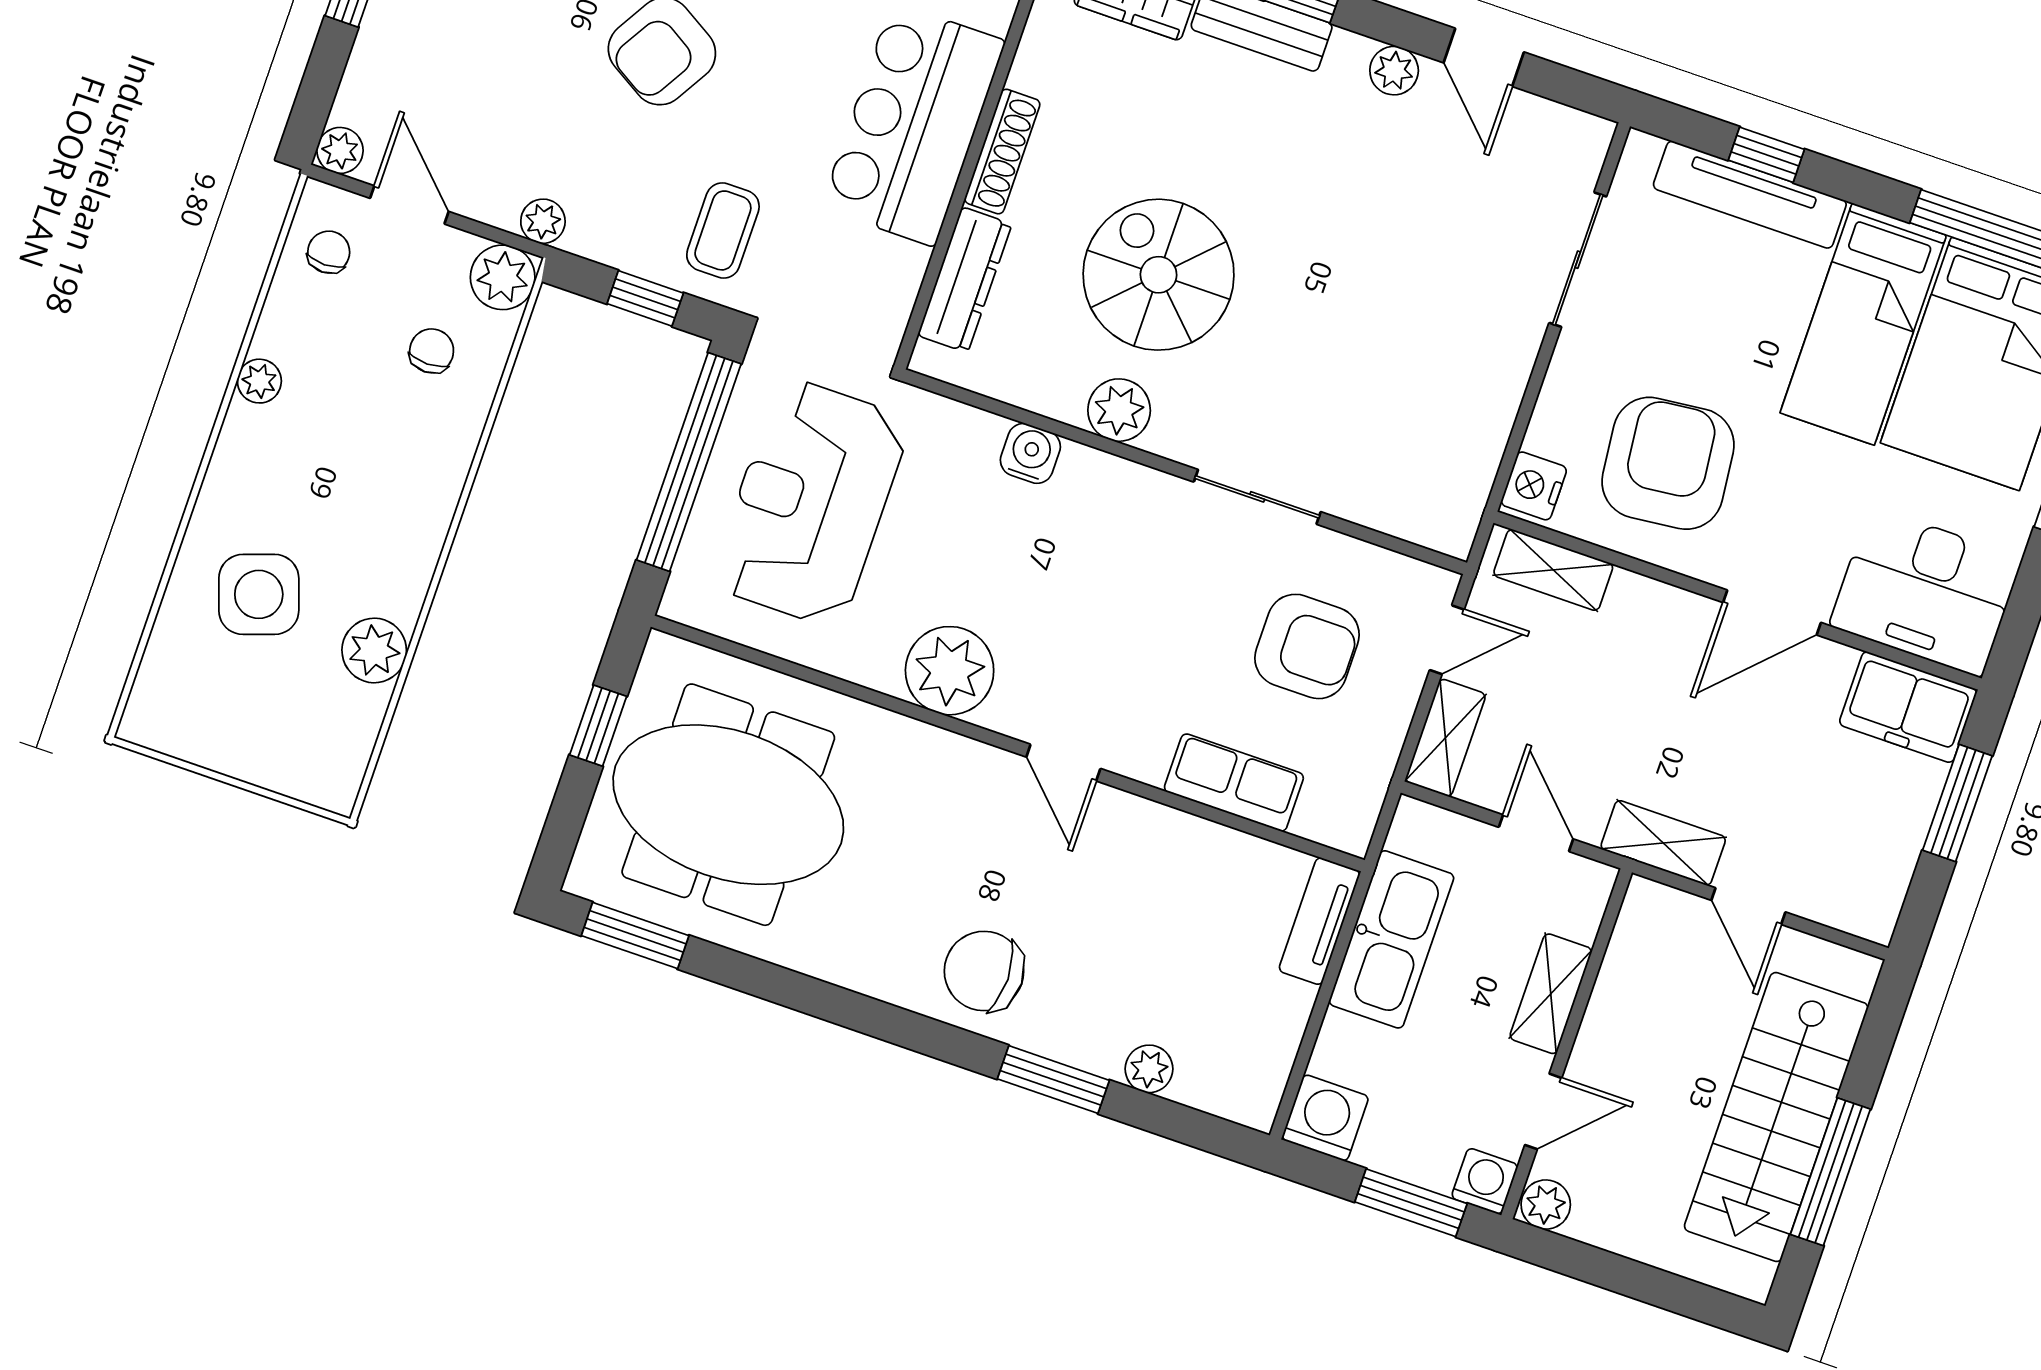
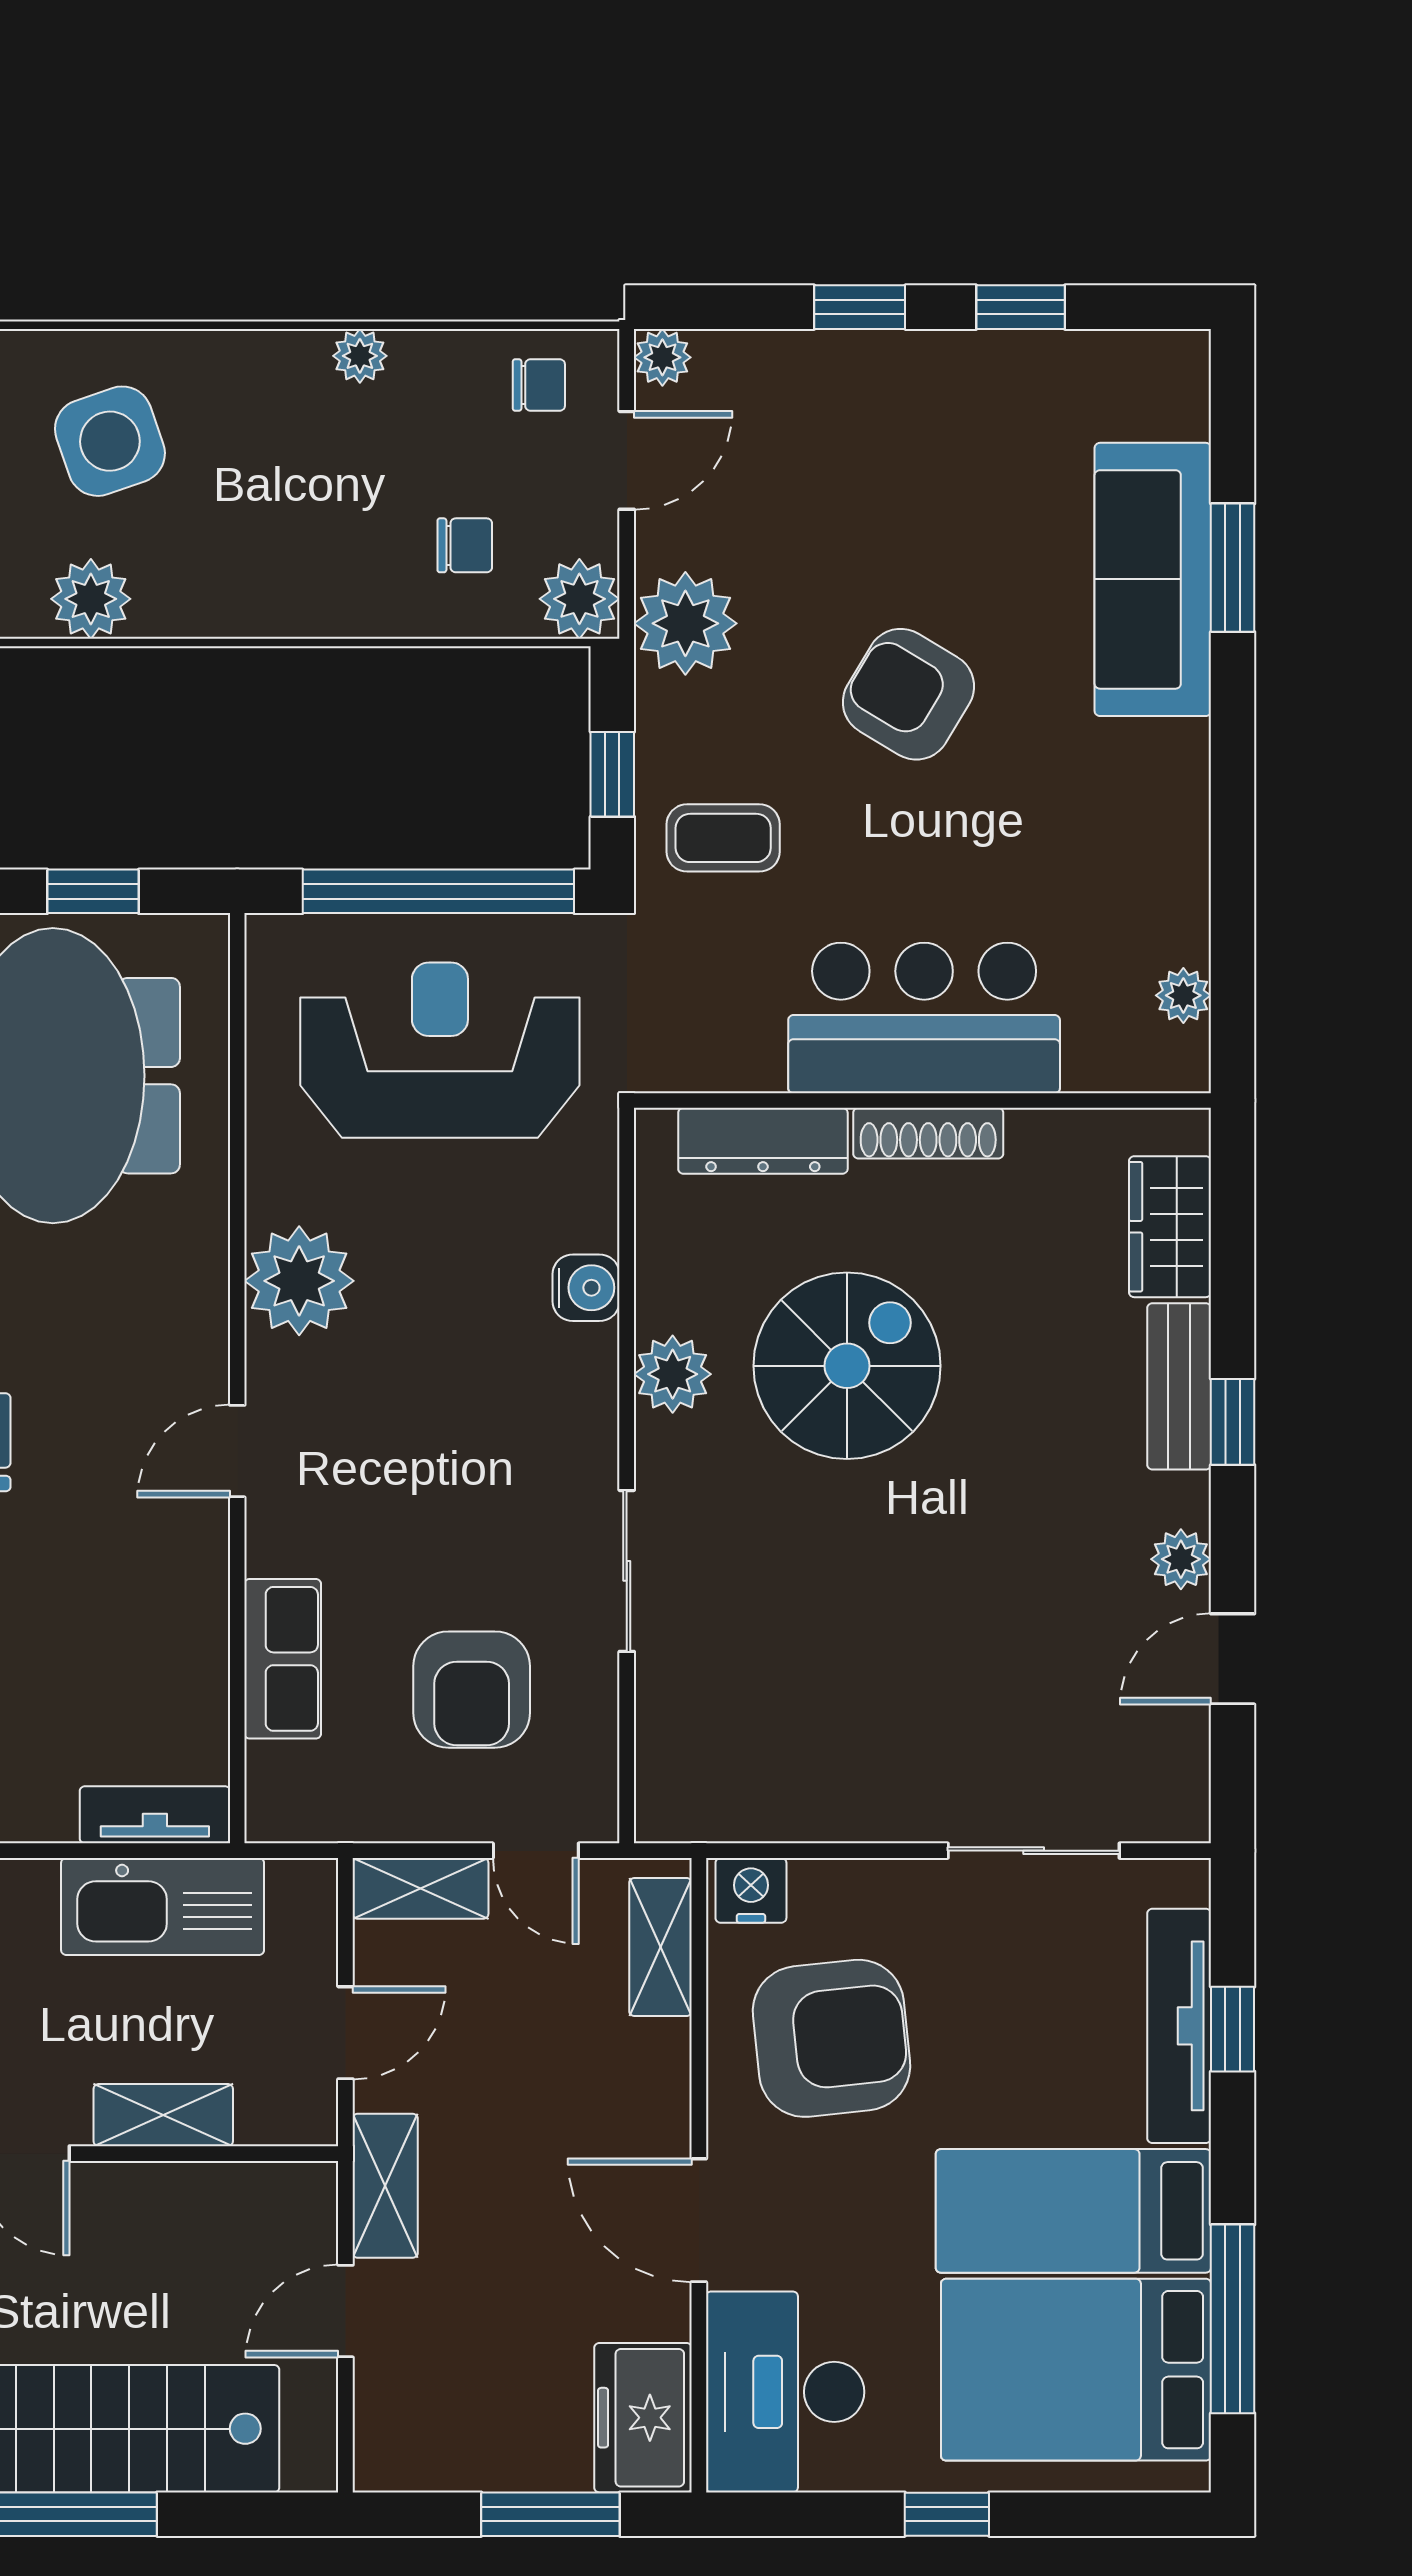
plant: (543, 221) -> (685, 623), width x1.88, depth x1.88

